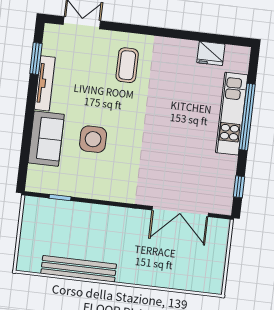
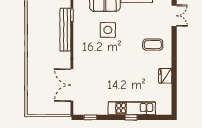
fridge: (211, 53) -> (165, 76), moved
window: (247, 117) -> (131, 117), width x0.32
bench: (79, 269) -> (65, 30), moved

